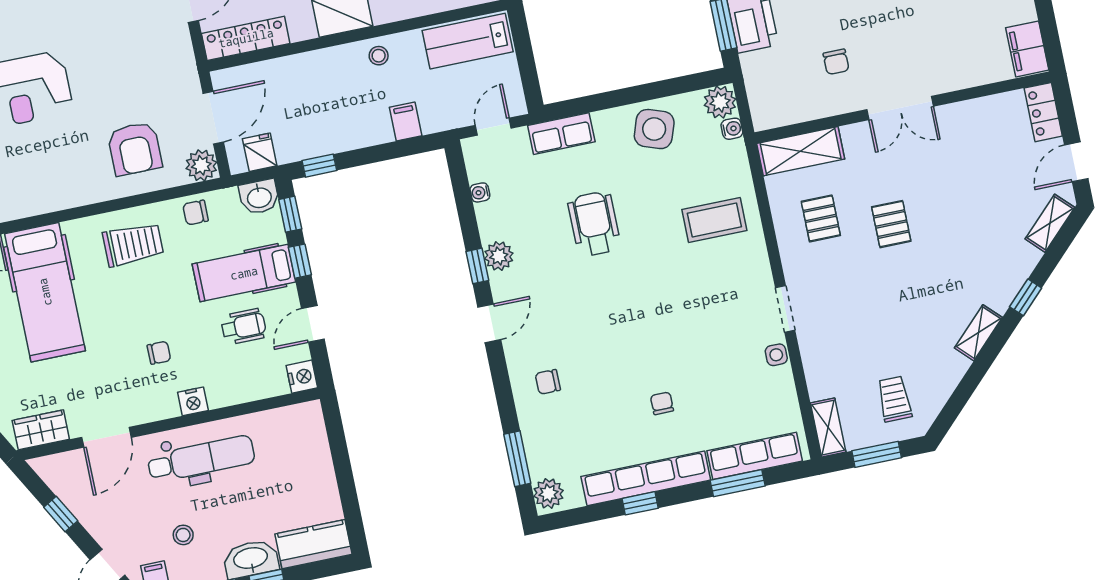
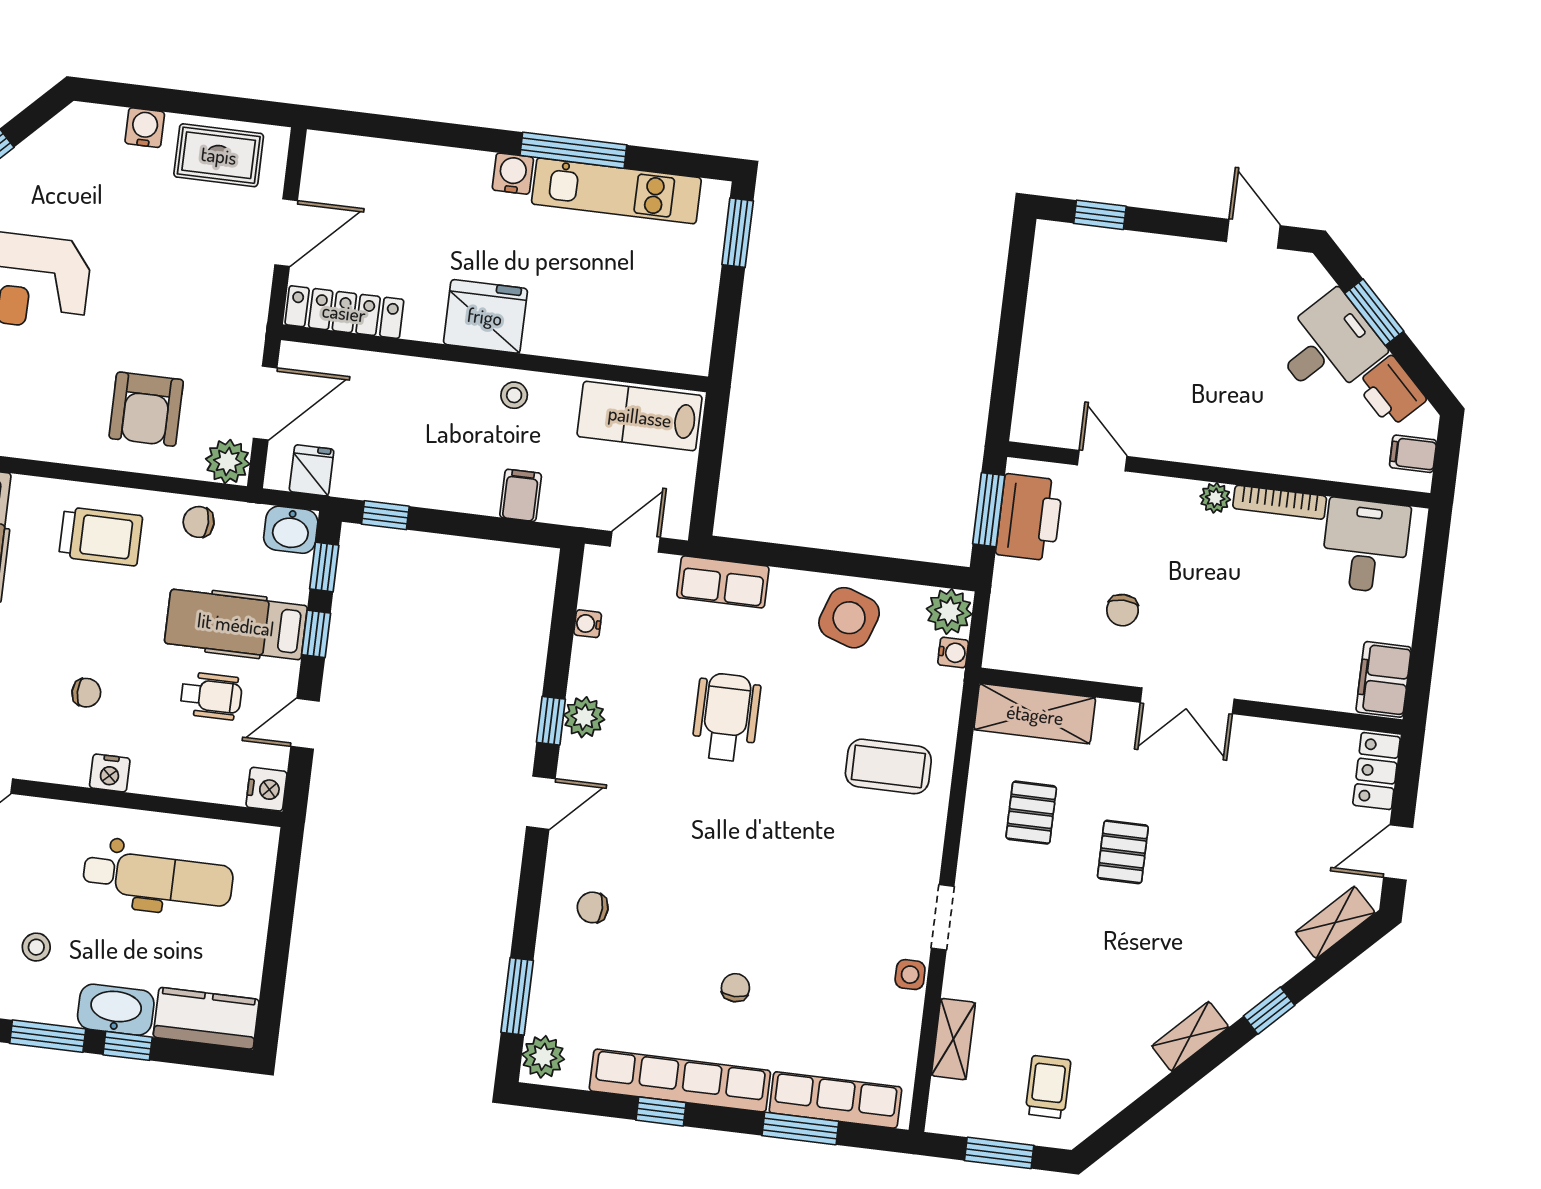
shelving: (828, 428) -> (953, 1039), moved
dental chair: (201, 459) -> (158, 878), moved

